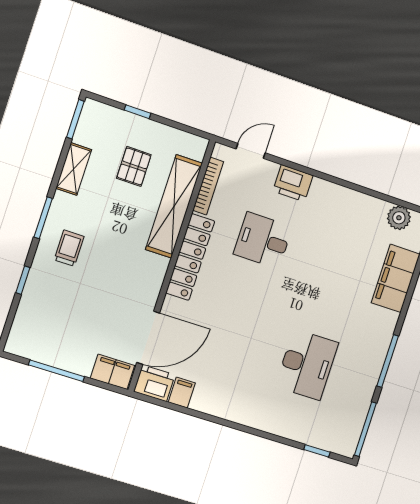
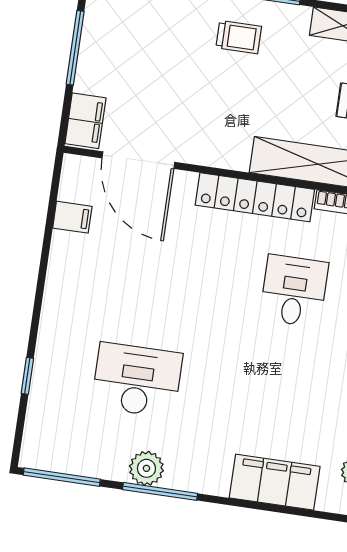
desk: (307, 365) -> (137, 380), turned 180
plant: (370, 368) -> (146, 468), added
printer: (154, 383) -> (79, 179), removed
window: (317, 451) -> (27, 376), moved

